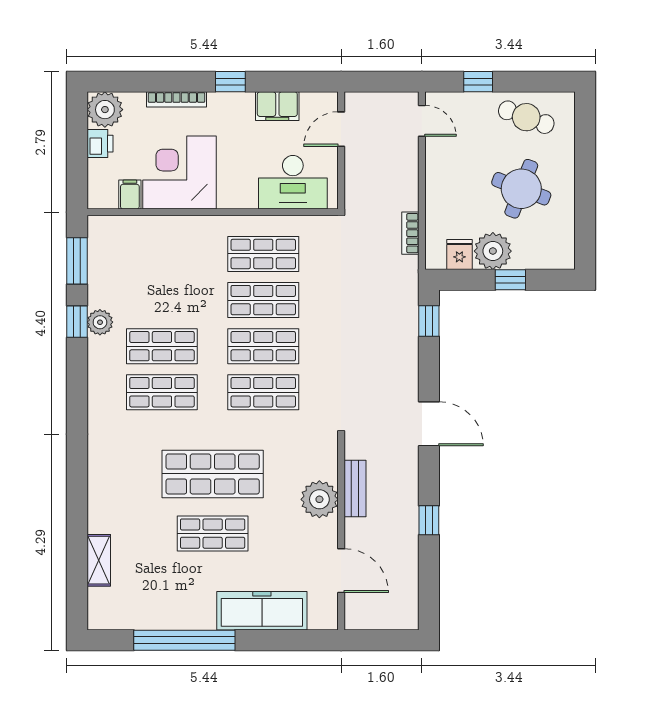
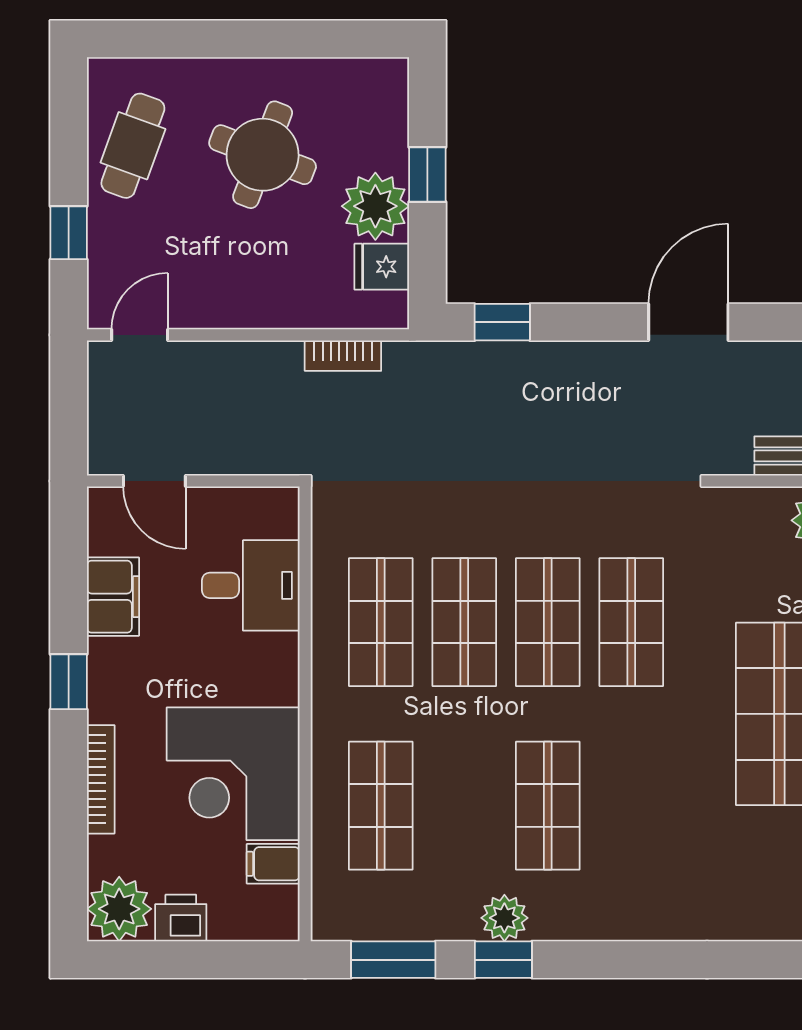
desk: (293, 182) -> (251, 585), width x0.73
shop shelf: (162, 392) -> (381, 806), moved

